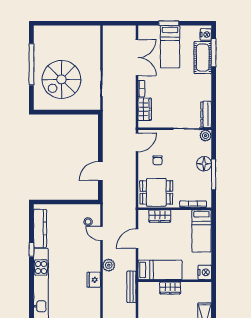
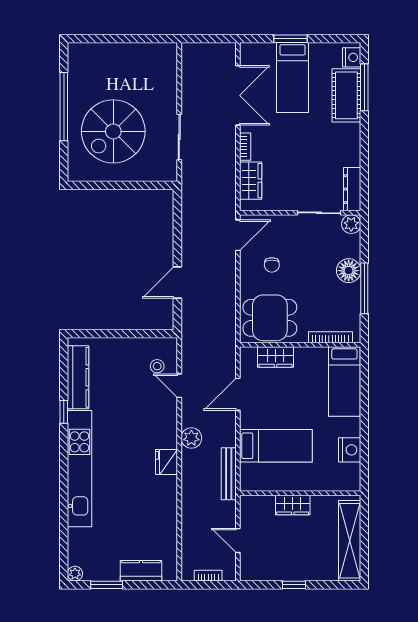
wall: (175, 281) -> (300, 493), moved
wardrobe: (170, 288) -> (293, 505), moved

